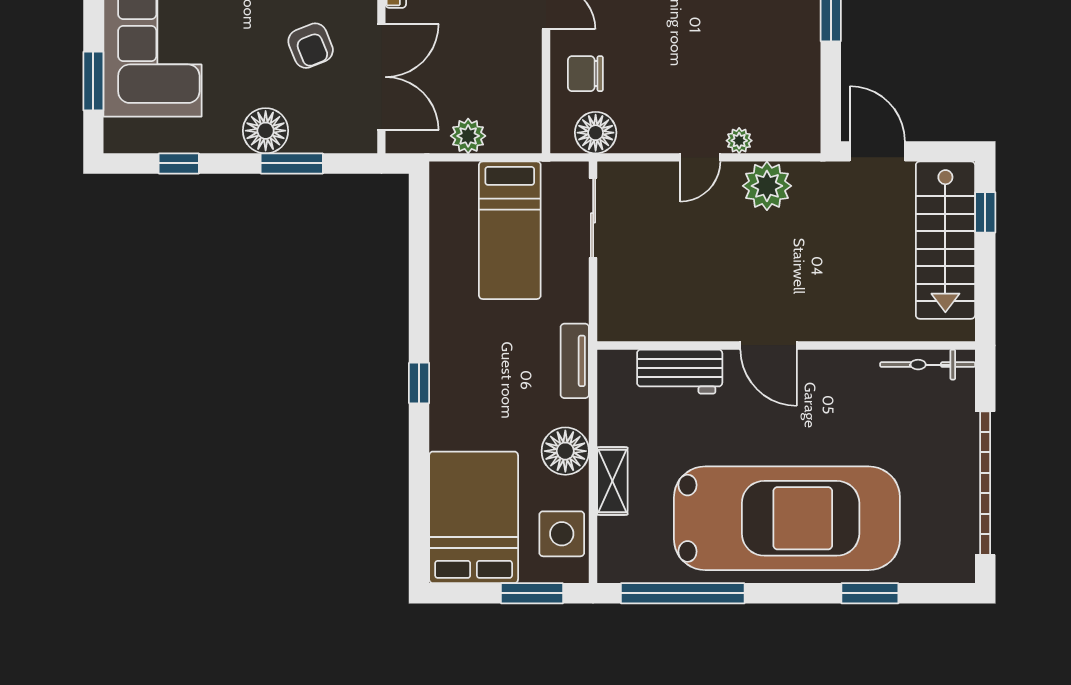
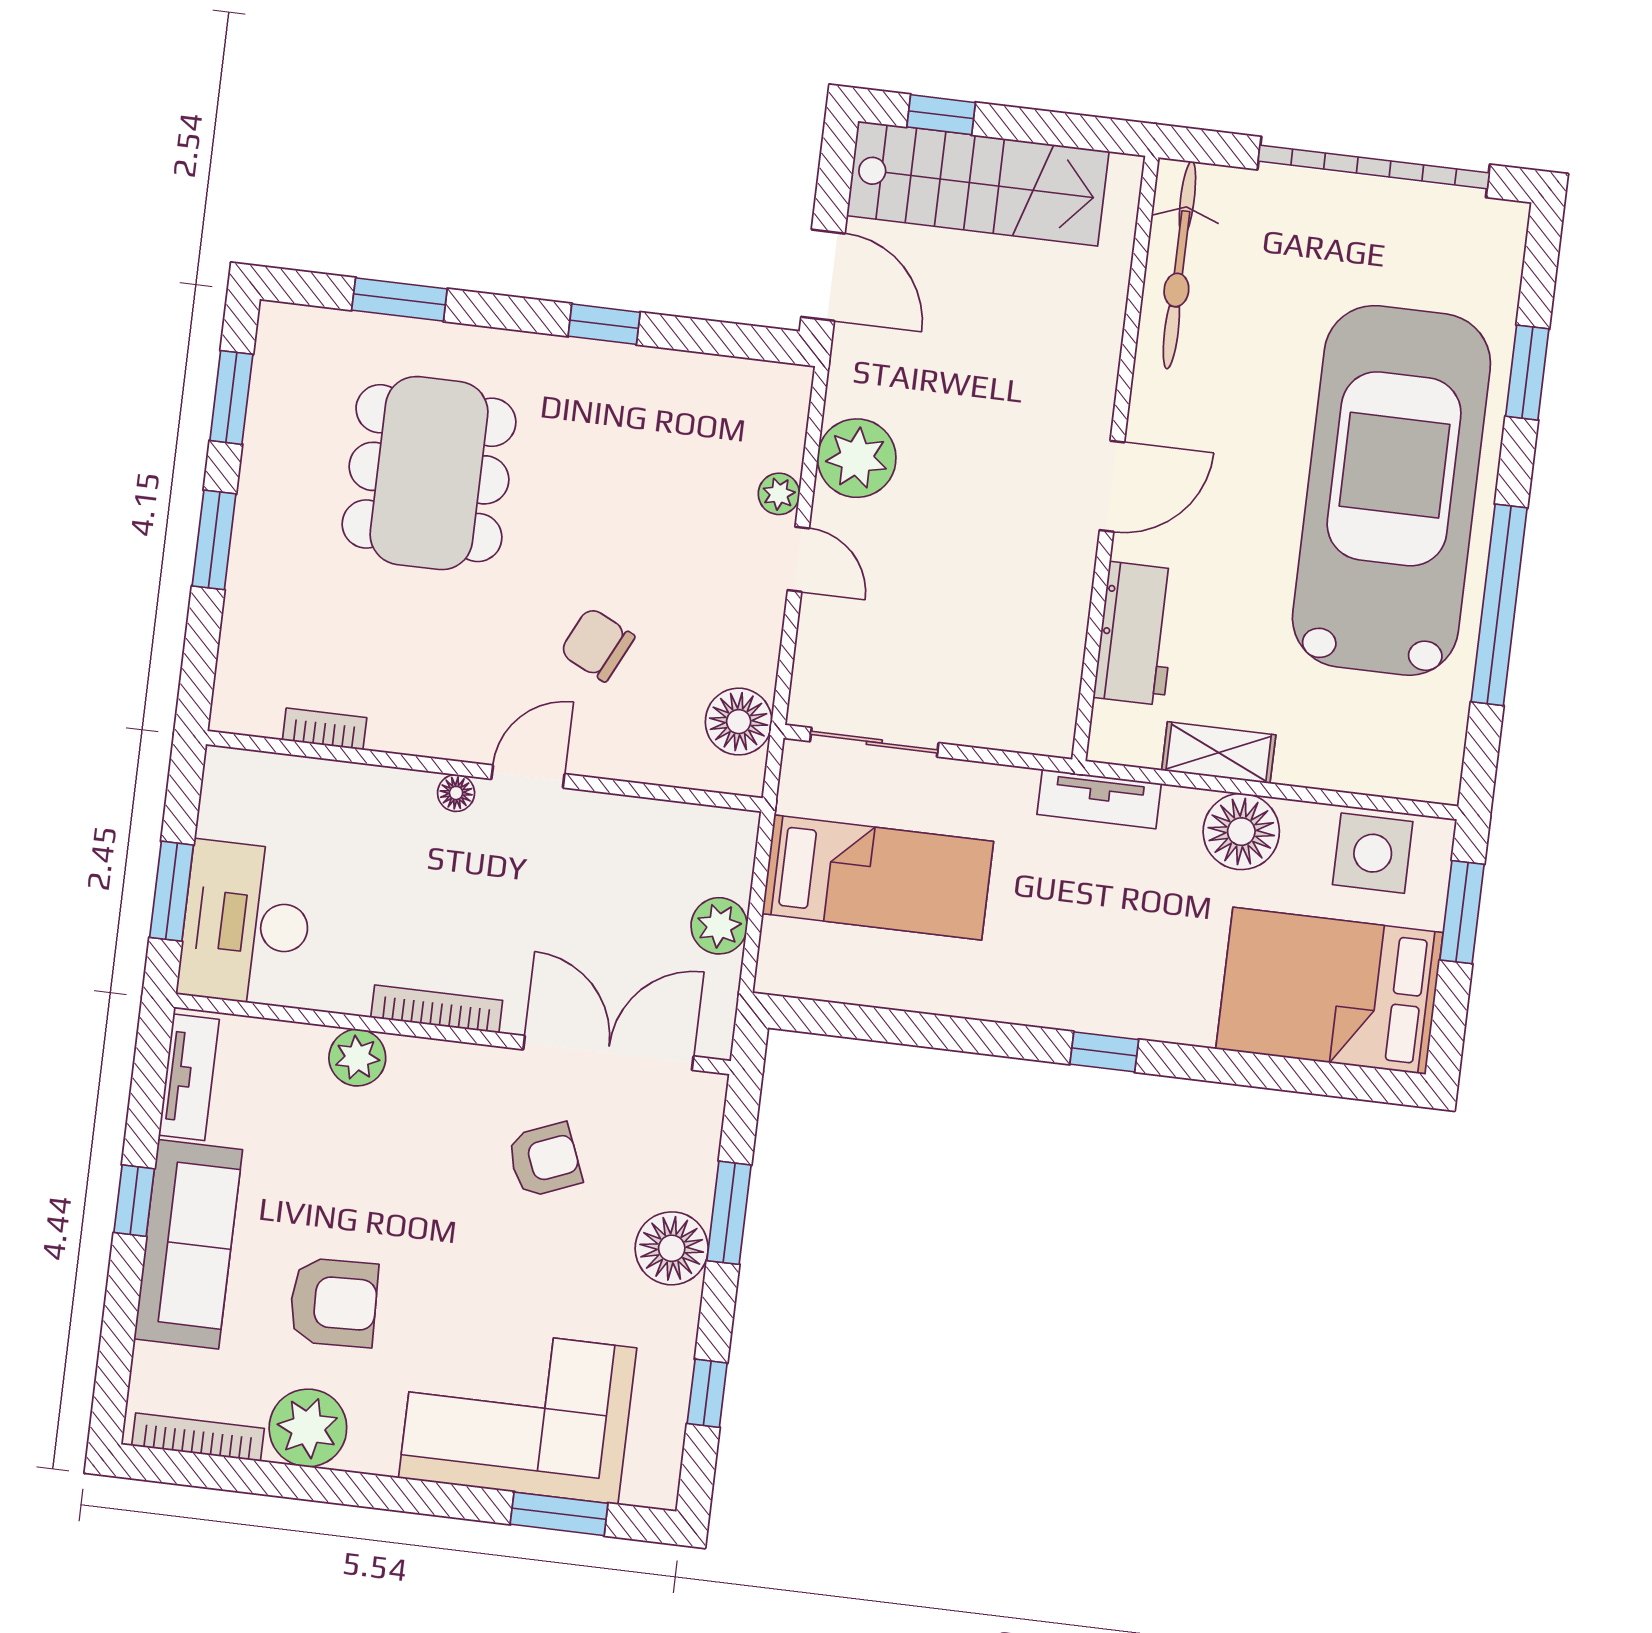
chair: (585, 74) -> (597, 644), moved, turned 116
door: (877, 151) -> (823, 275), swing flipped
bicycle: (928, 365) -> (1179, 265), width x1.37, depth x1.40
shelving: (612, 481) -> (1219, 753), moved
window: (683, 593) -> (1499, 605), moved

